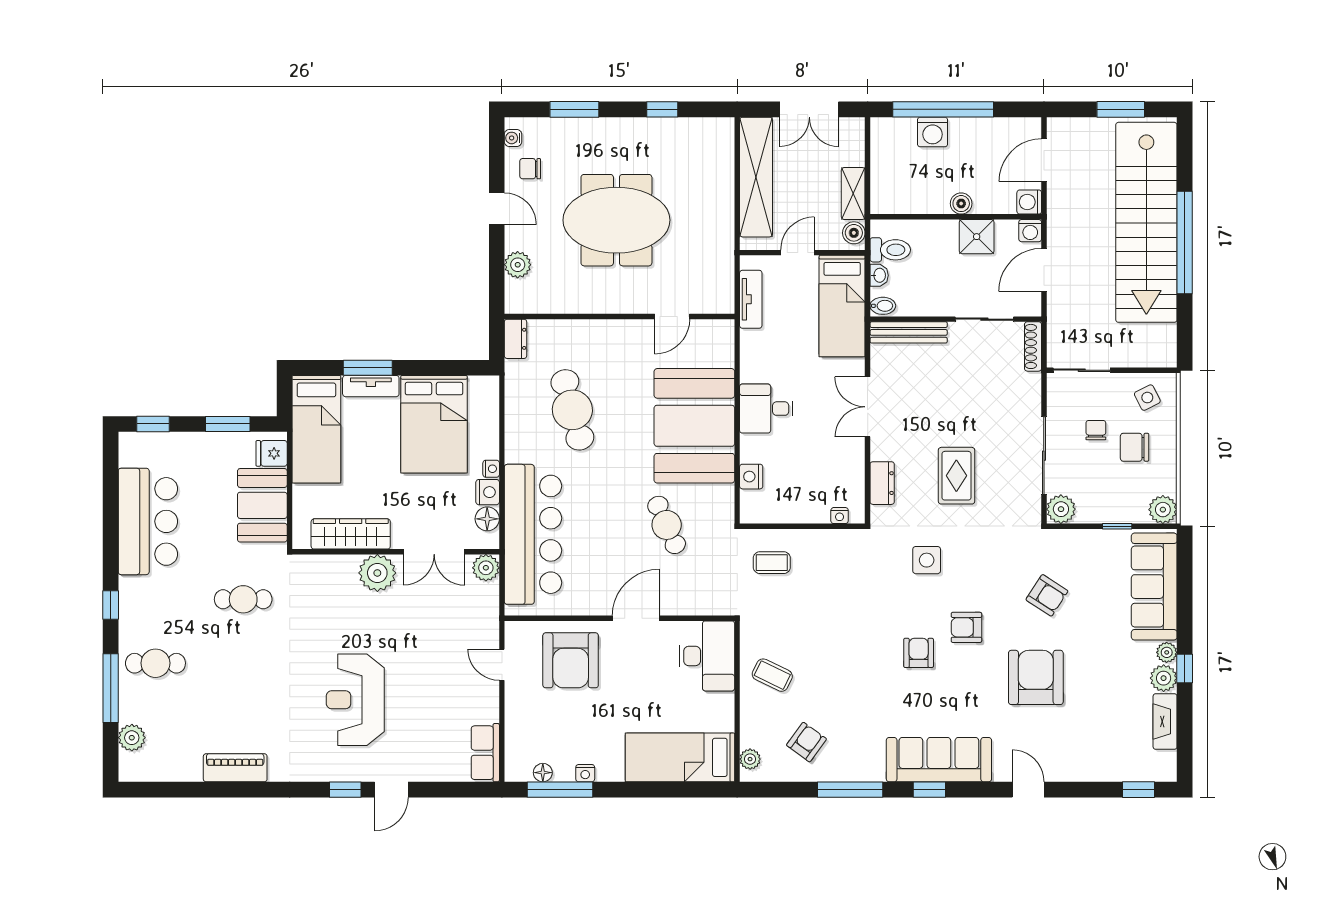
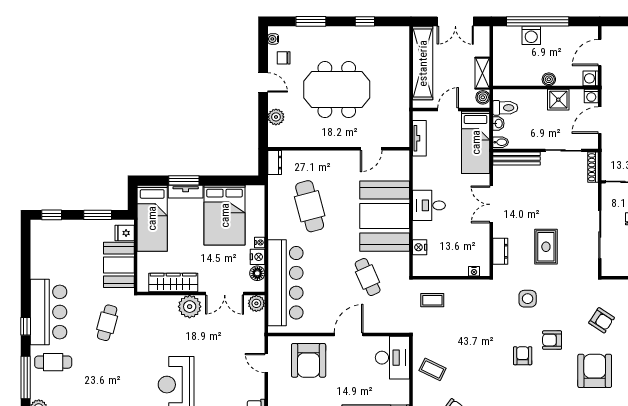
plant: (1061, 509) -> (610, 267), removed
bar counter: (148, 521) -> (48, 312), moved
cafe table: (243, 599) -> (107, 323), turned -75

